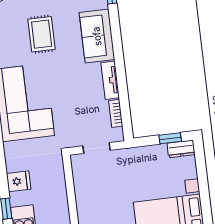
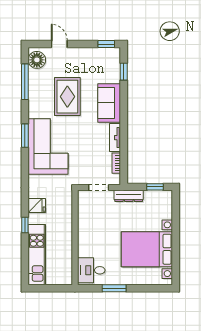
rug: (42, 34) -> (67, 97), width x1.36, depth x1.43
dresser: (181, 149) -> (129, 196), moved, width x1.44

